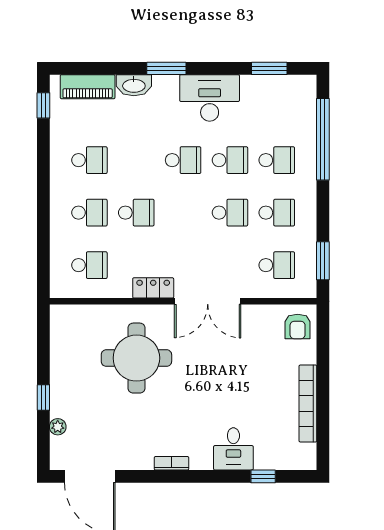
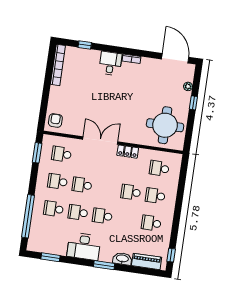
round table: (136, 358) -> (165, 125), moved
bookcase: (308, 404) -> (58, 65), moved
desk: (233, 449) -> (110, 63), moved

